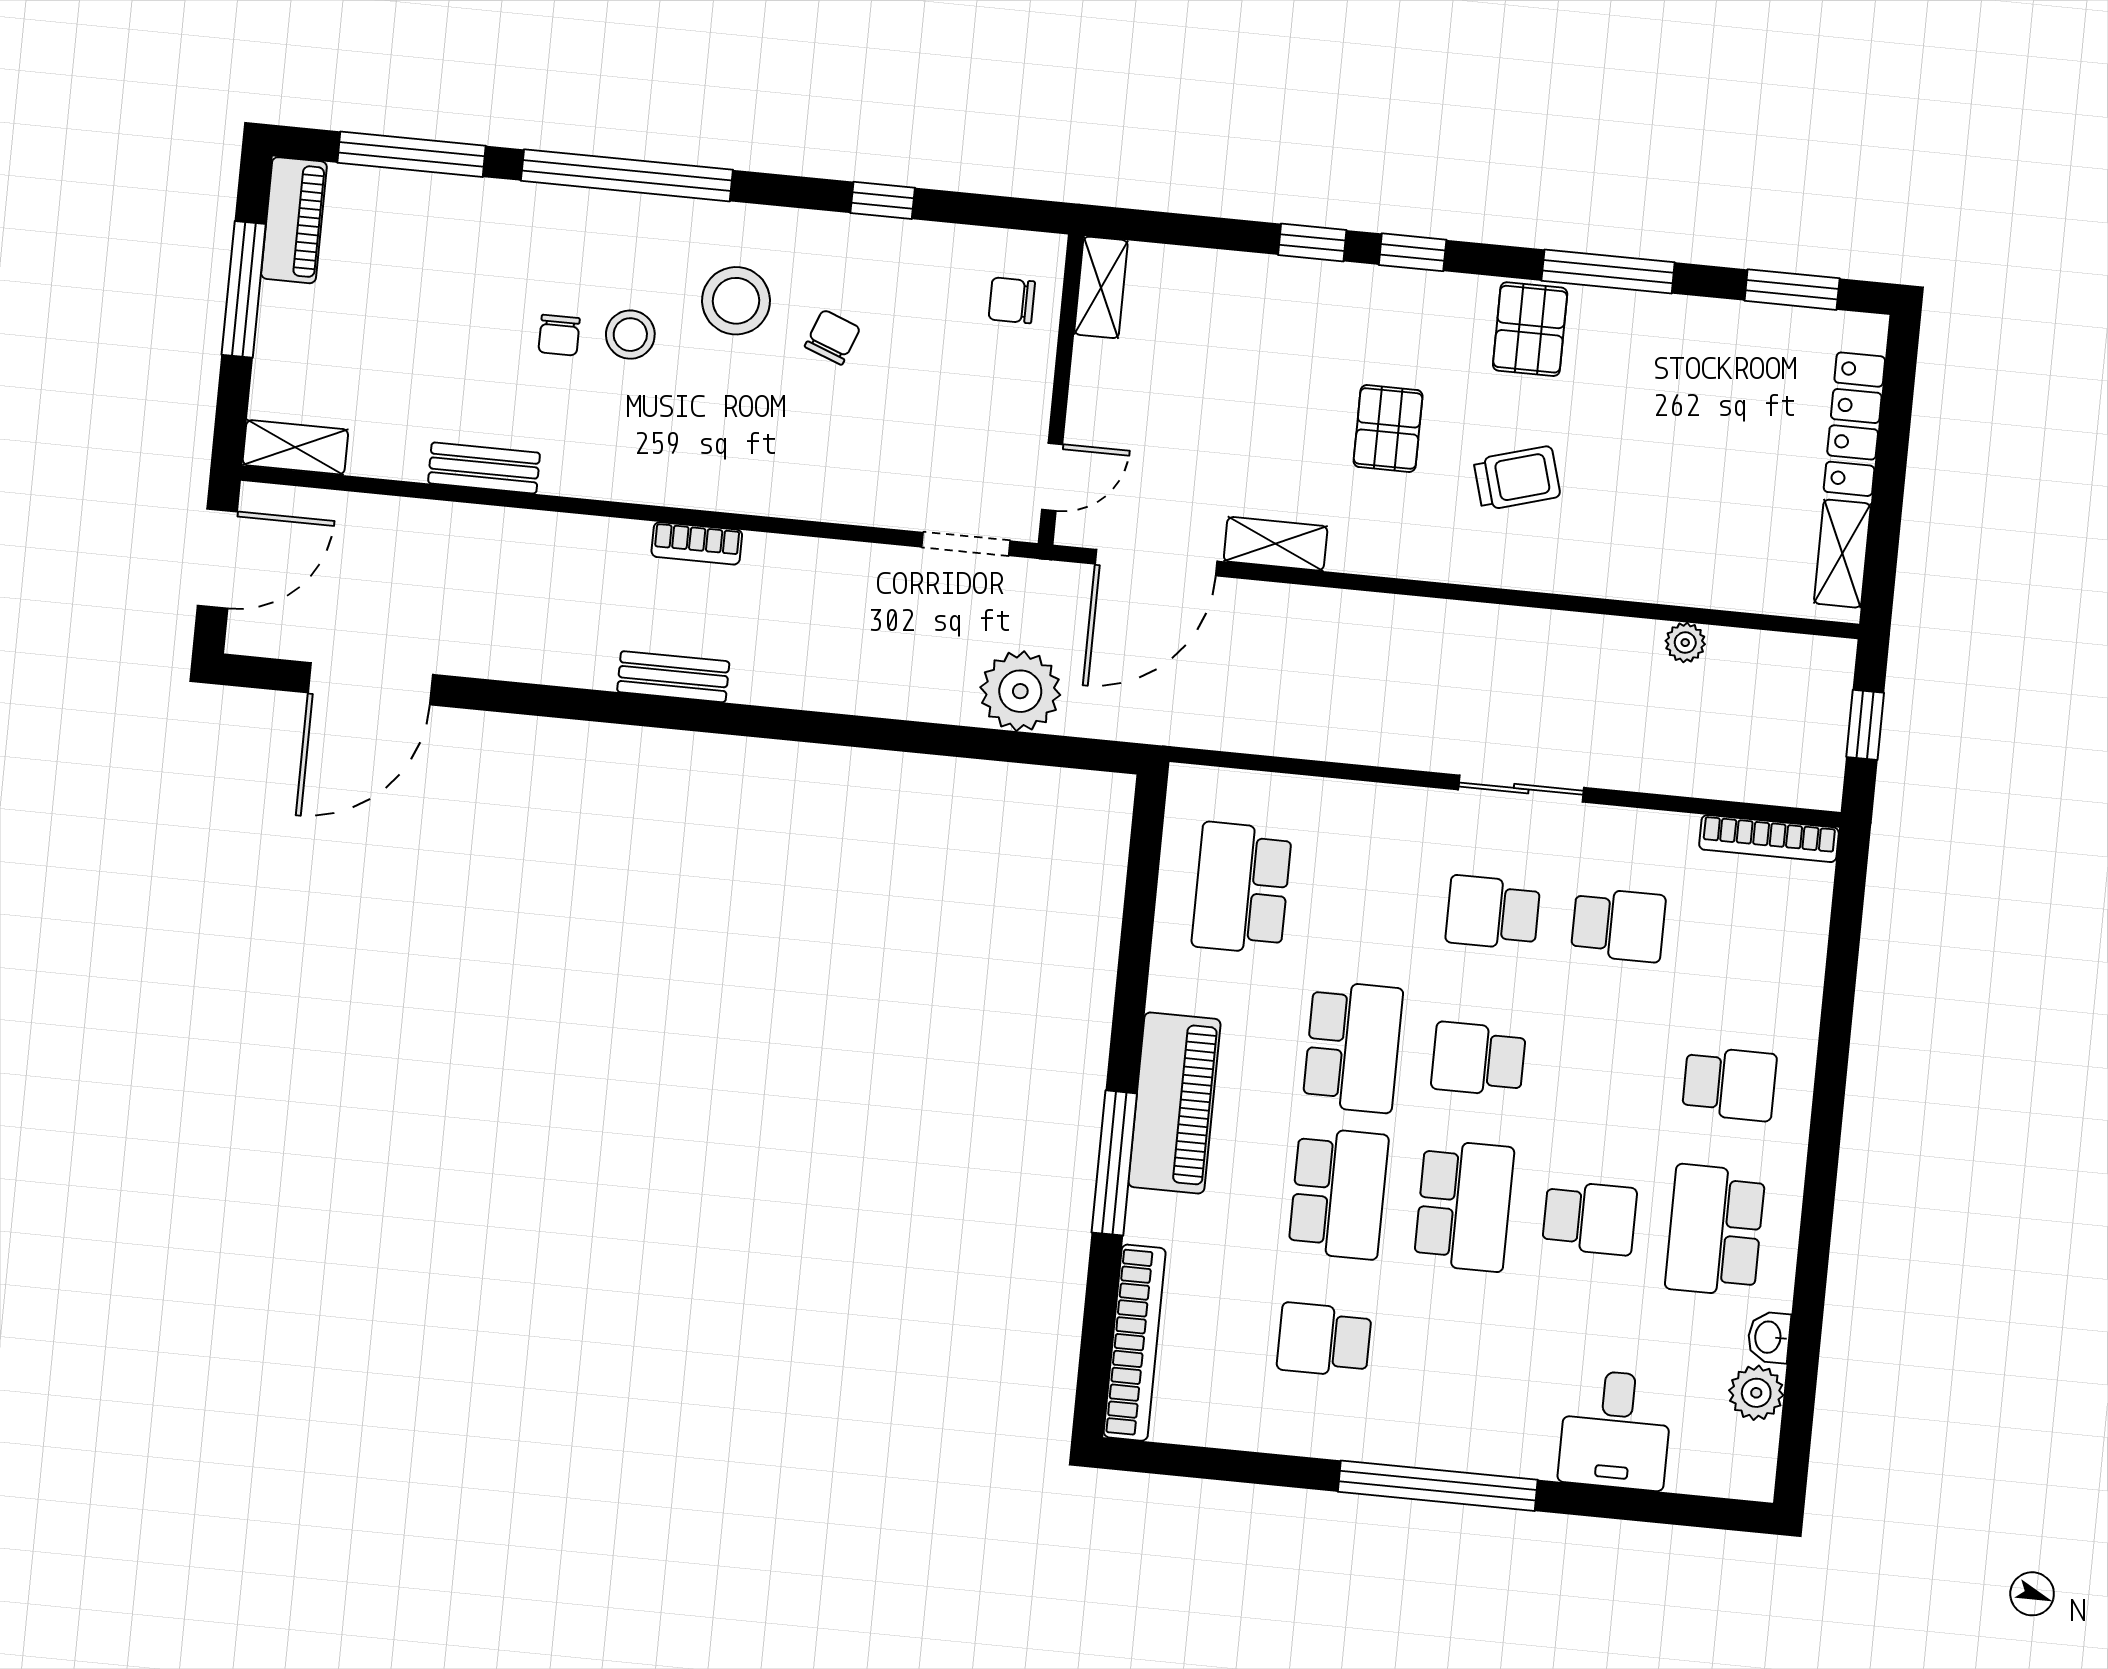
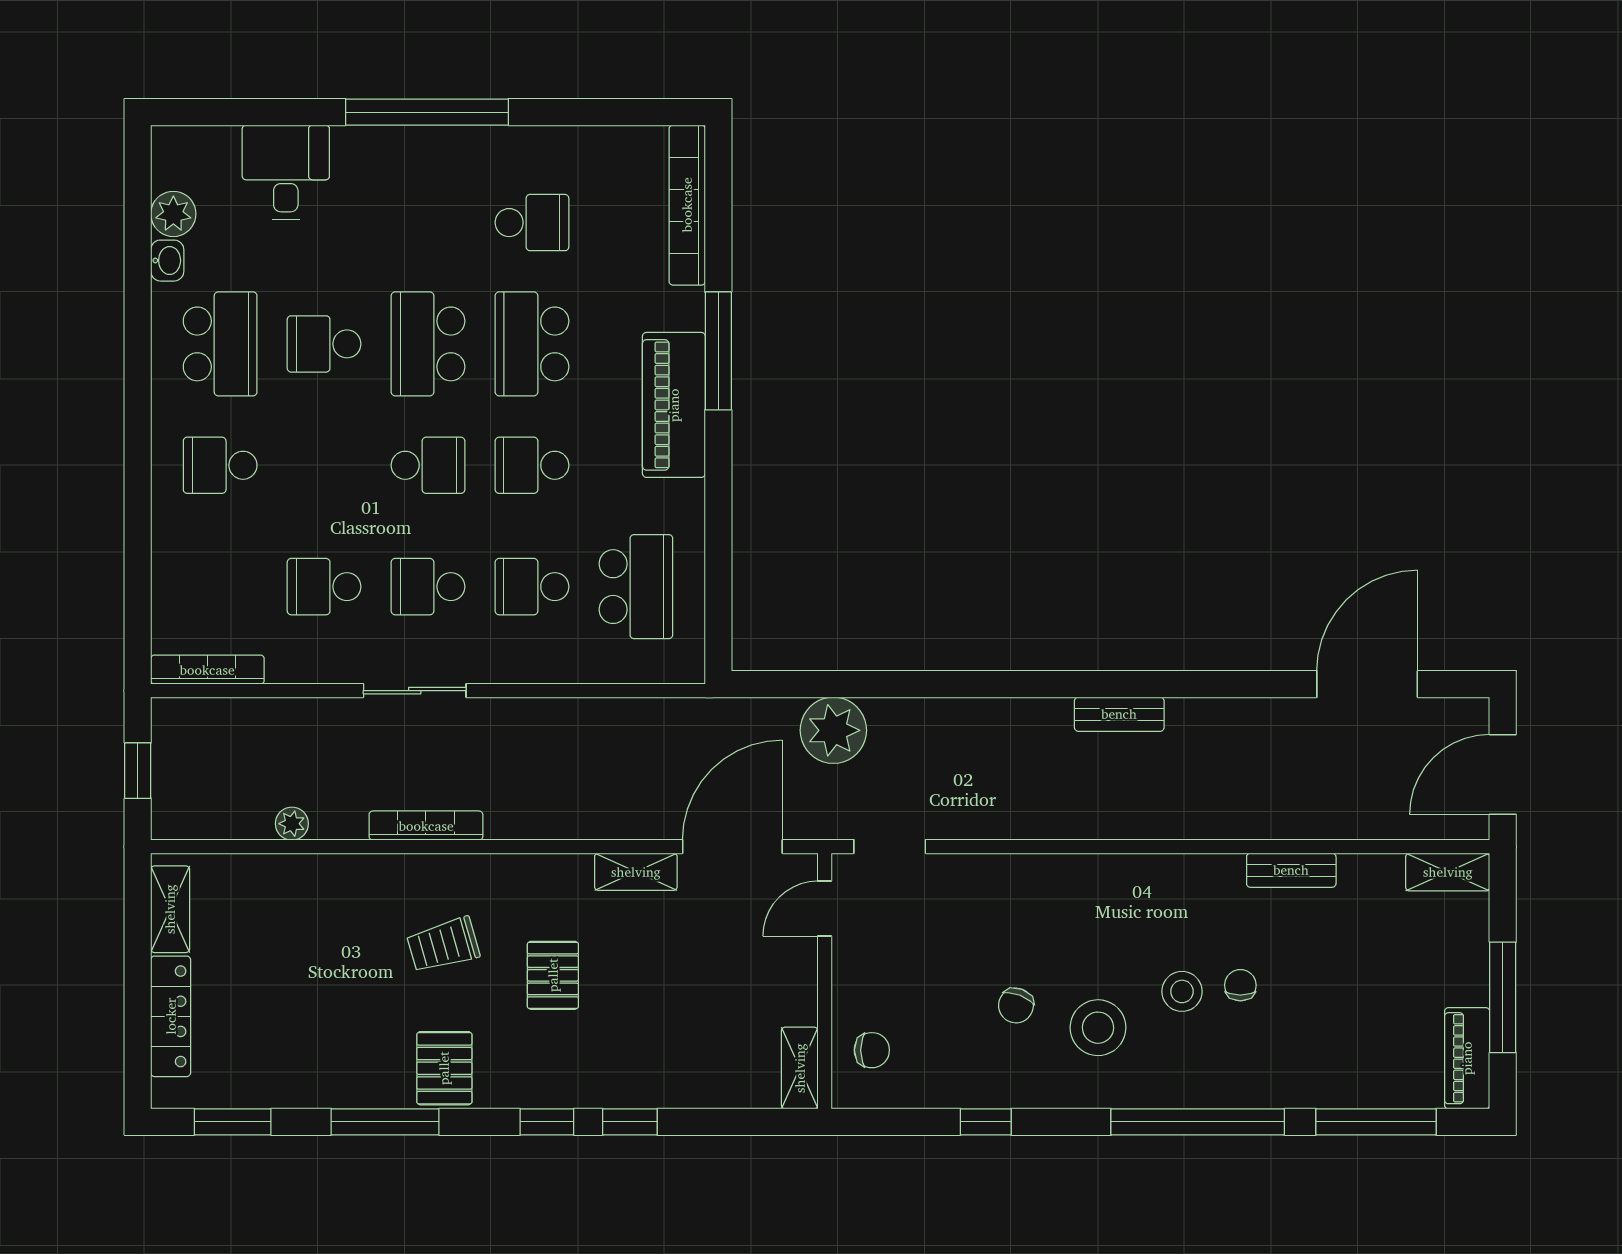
bookcase: (697, 543) -> (426, 826), moved, width x1.56
school desk: (1367, 900) -> (532, 587), added
school desk: (1493, 913) -> (428, 587), turned 180
school desk: (1353, 1047) -> (532, 465), width x0.54

